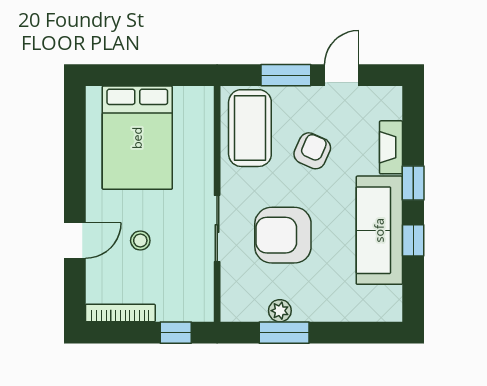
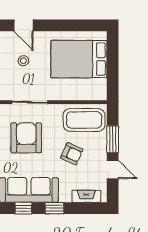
fireplace: (391, 147) -> (86, 196), moved

